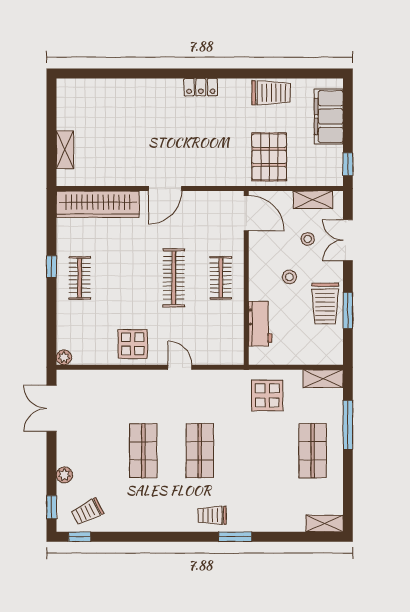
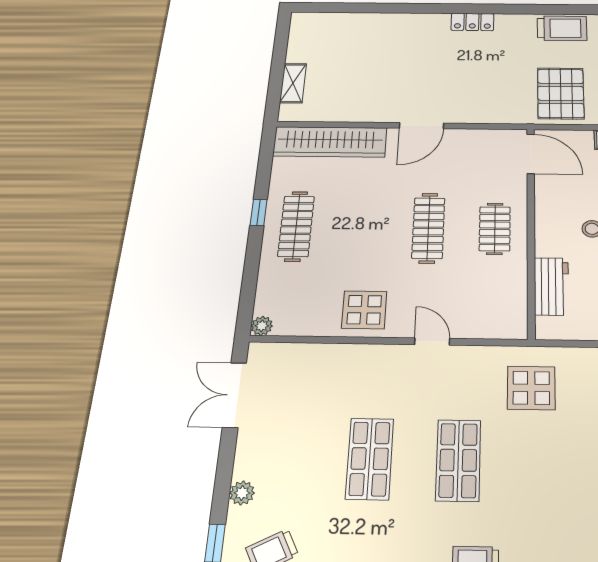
clothes rail: (80, 278) -> (296, 226), width x1.36
display table: (267, 395) -> (531, 388), moved

